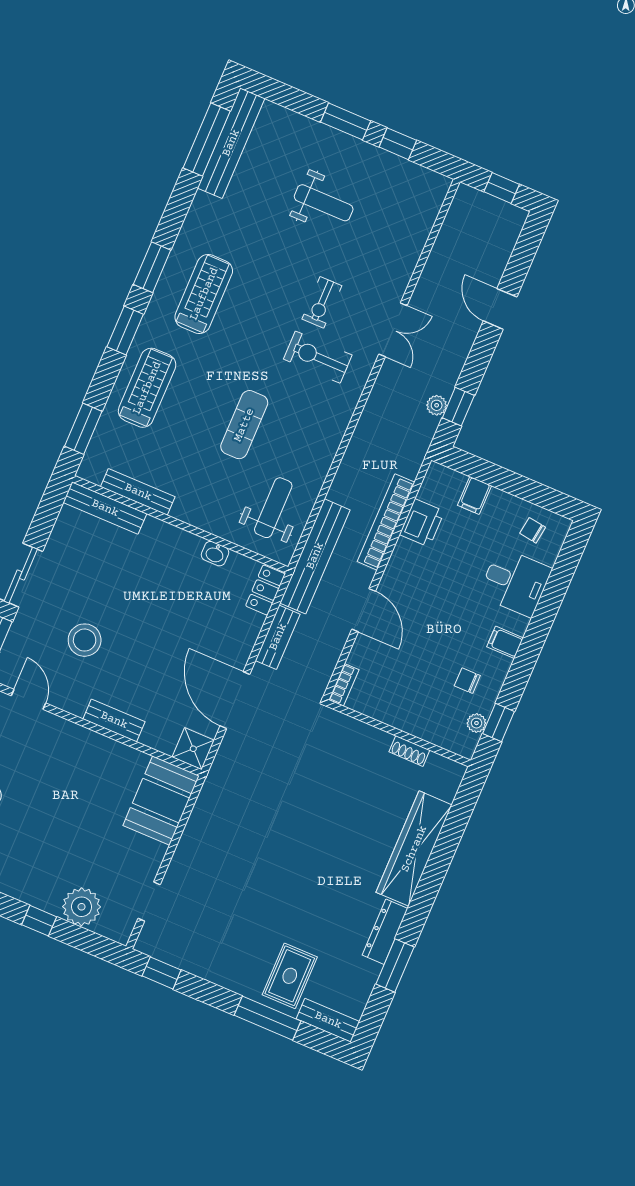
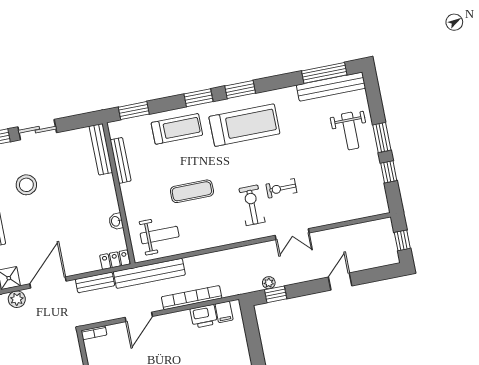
weight bench: (324, 203) -> (350, 131), moved
treadmill: (204, 294) -> (244, 125), width x1.37, depth x1.38
filing cabinet: (474, 496) -> (224, 312), moved, turned -90
plant: (229, 757) -> (17, 299), added

